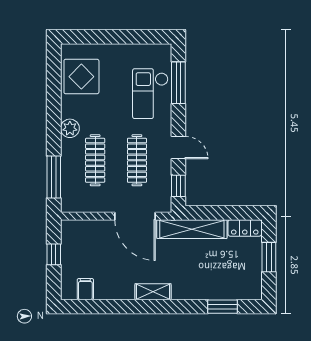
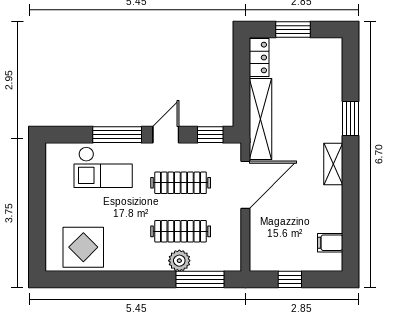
window: (178, 83) -> (117, 135), moved
plant: (70, 128) -> (179, 261), moved
window: (223, 307) -> (351, 118), moved

